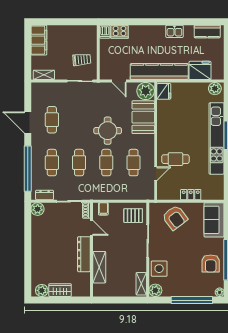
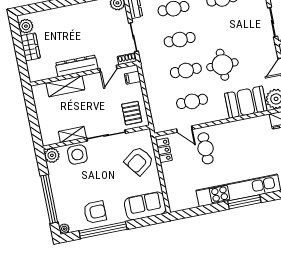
locker: (191, 195) -> (164, 150), moved
armchair: (211, 263) -> (95, 212), turned 180
shelving: (141, 284) -> (72, 135), moved

